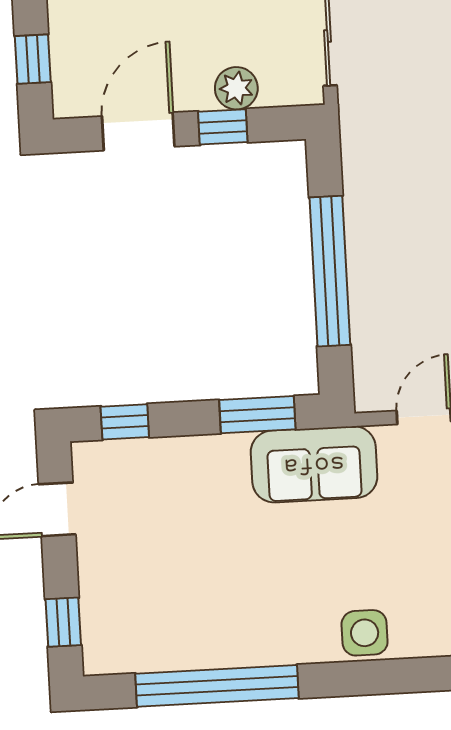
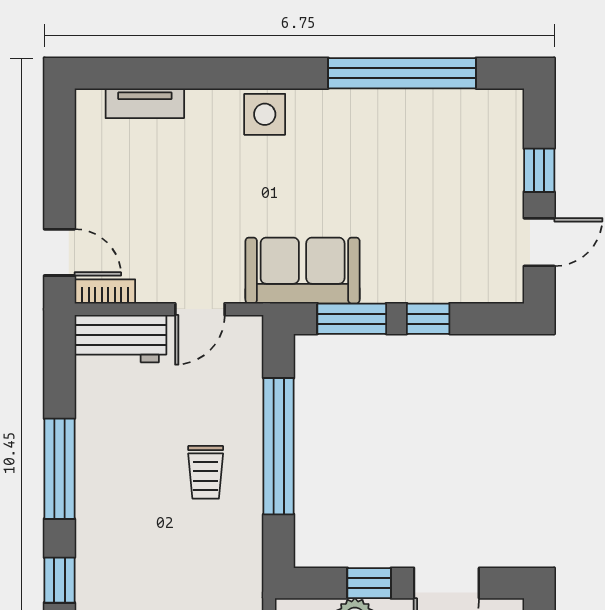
trolley: (408, 238) -> (206, 472), added
window: (125, 422) -> (428, 319), moved
window: (63, 622) -> (539, 170), moved

